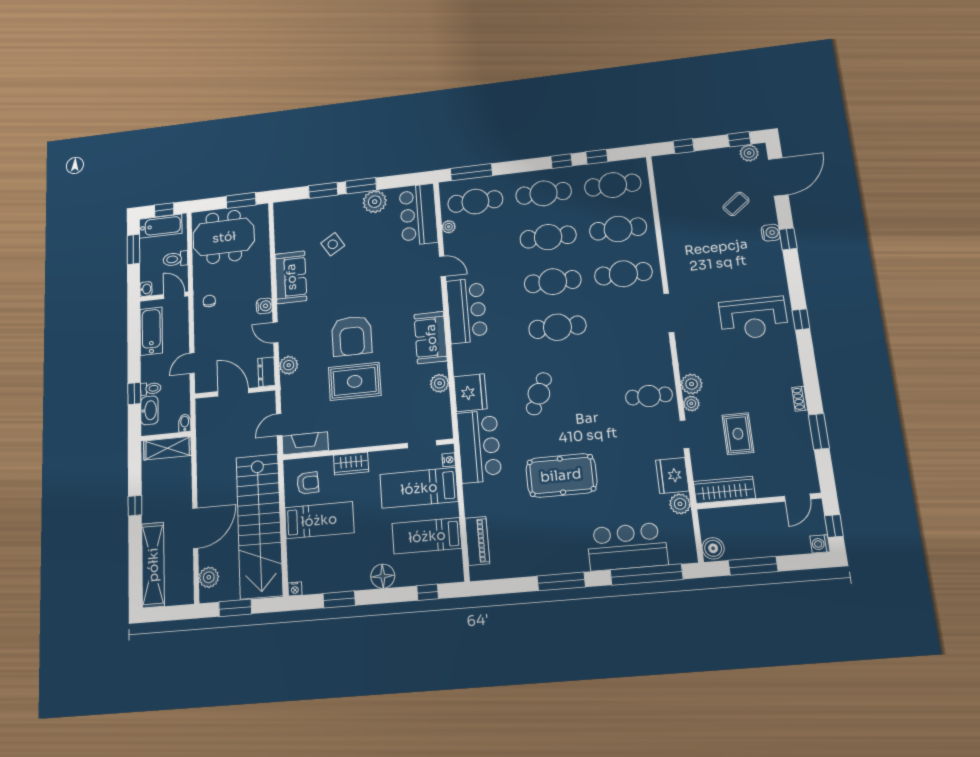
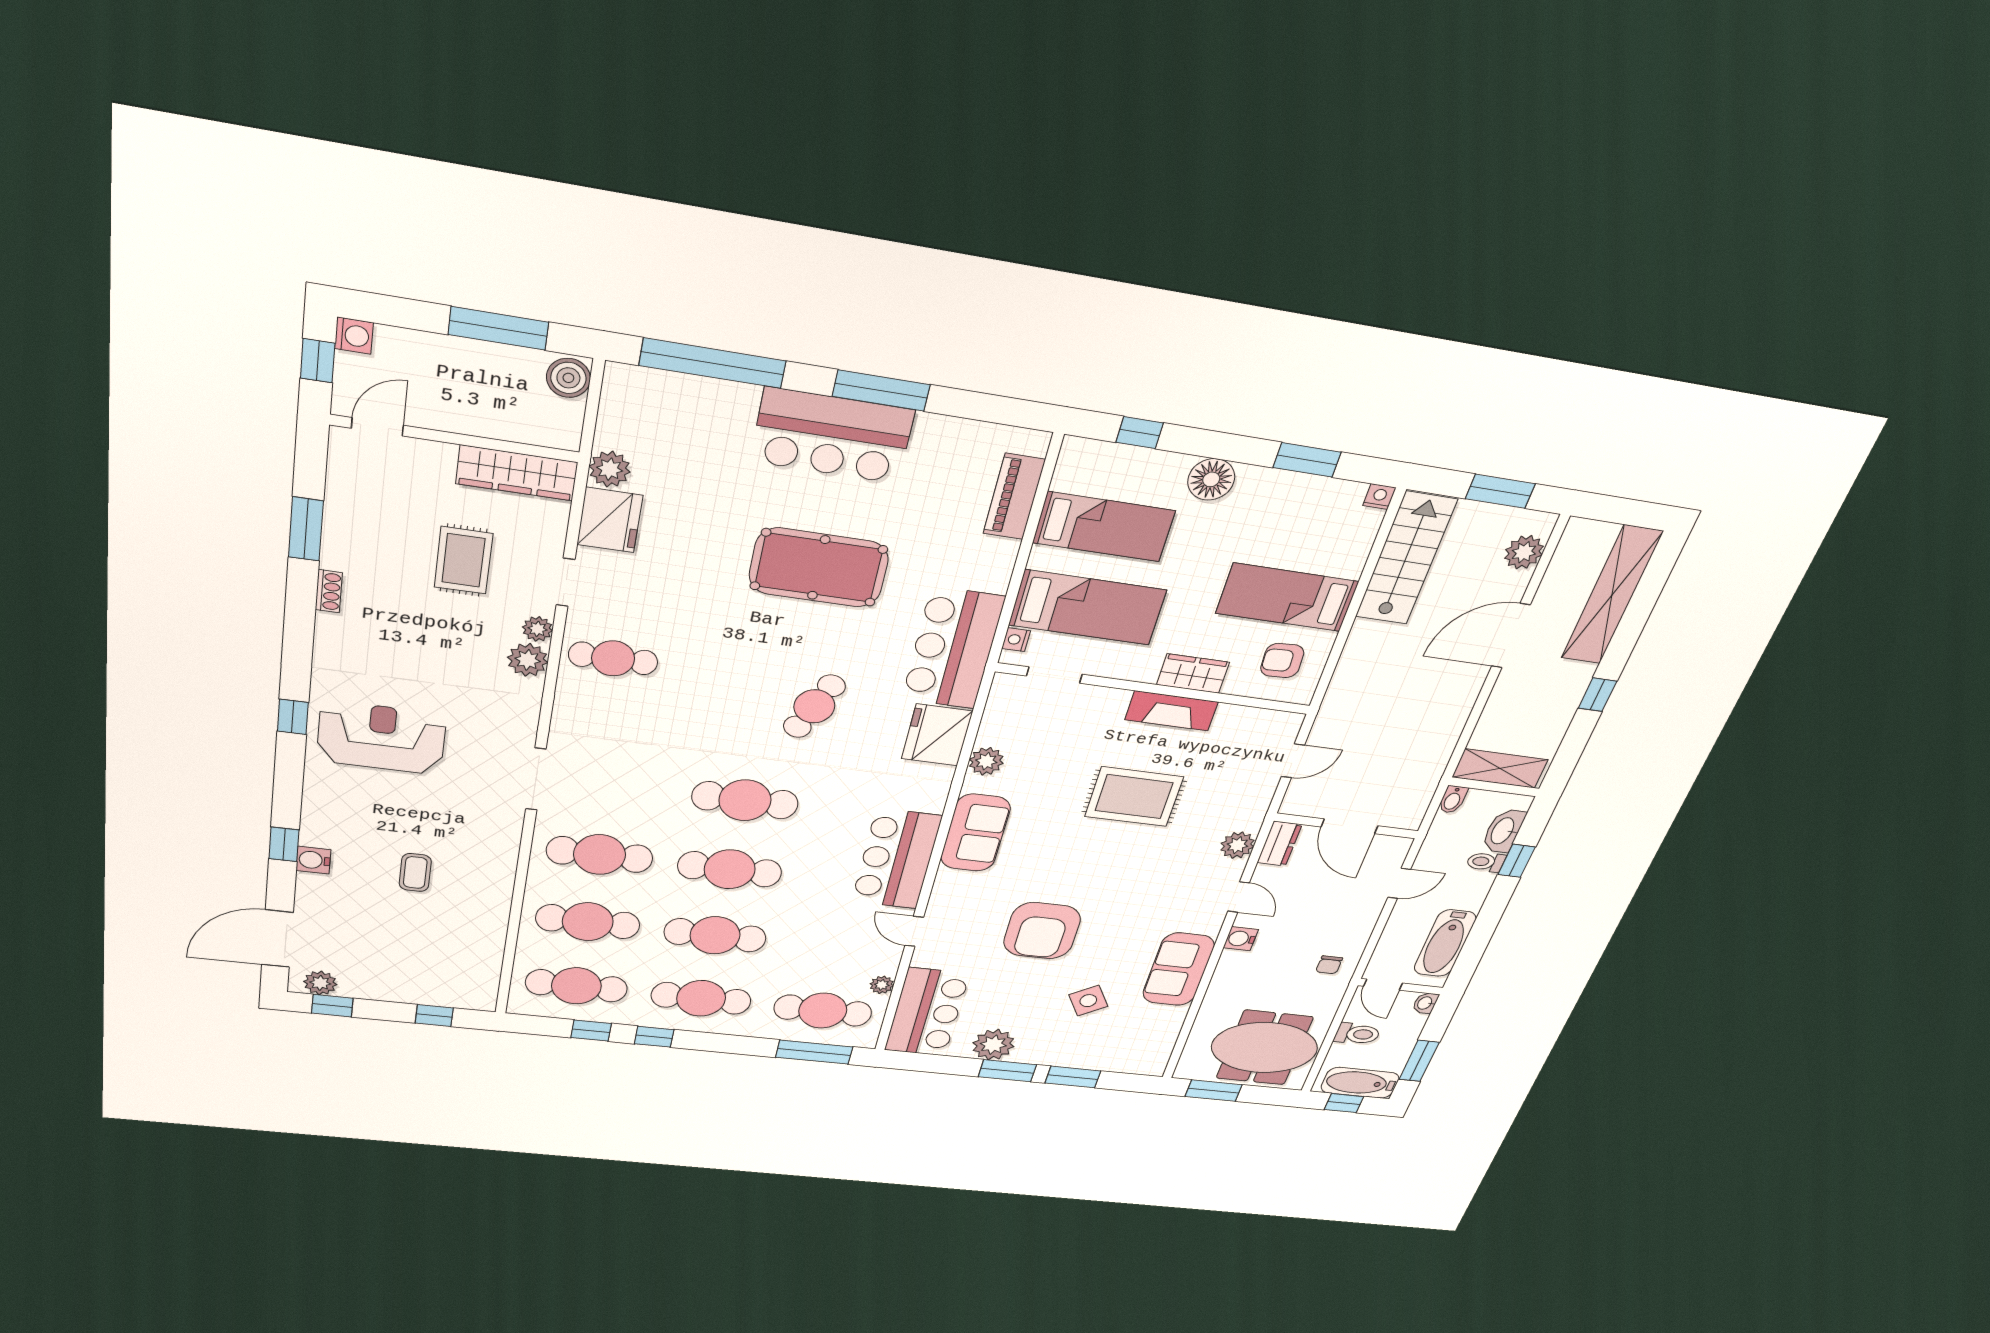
coffee table: (736, 204) -> (415, 872), moved, turned -52
armchair: (352, 336) -> (1042, 931), moved, turned 180
fireplace: (305, 443) -> (1171, 711), moved
stairs: (259, 526) -> (1406, 559), width x0.54, depth x0.66
bar counter: (627, 547) -> (832, 436), moved

